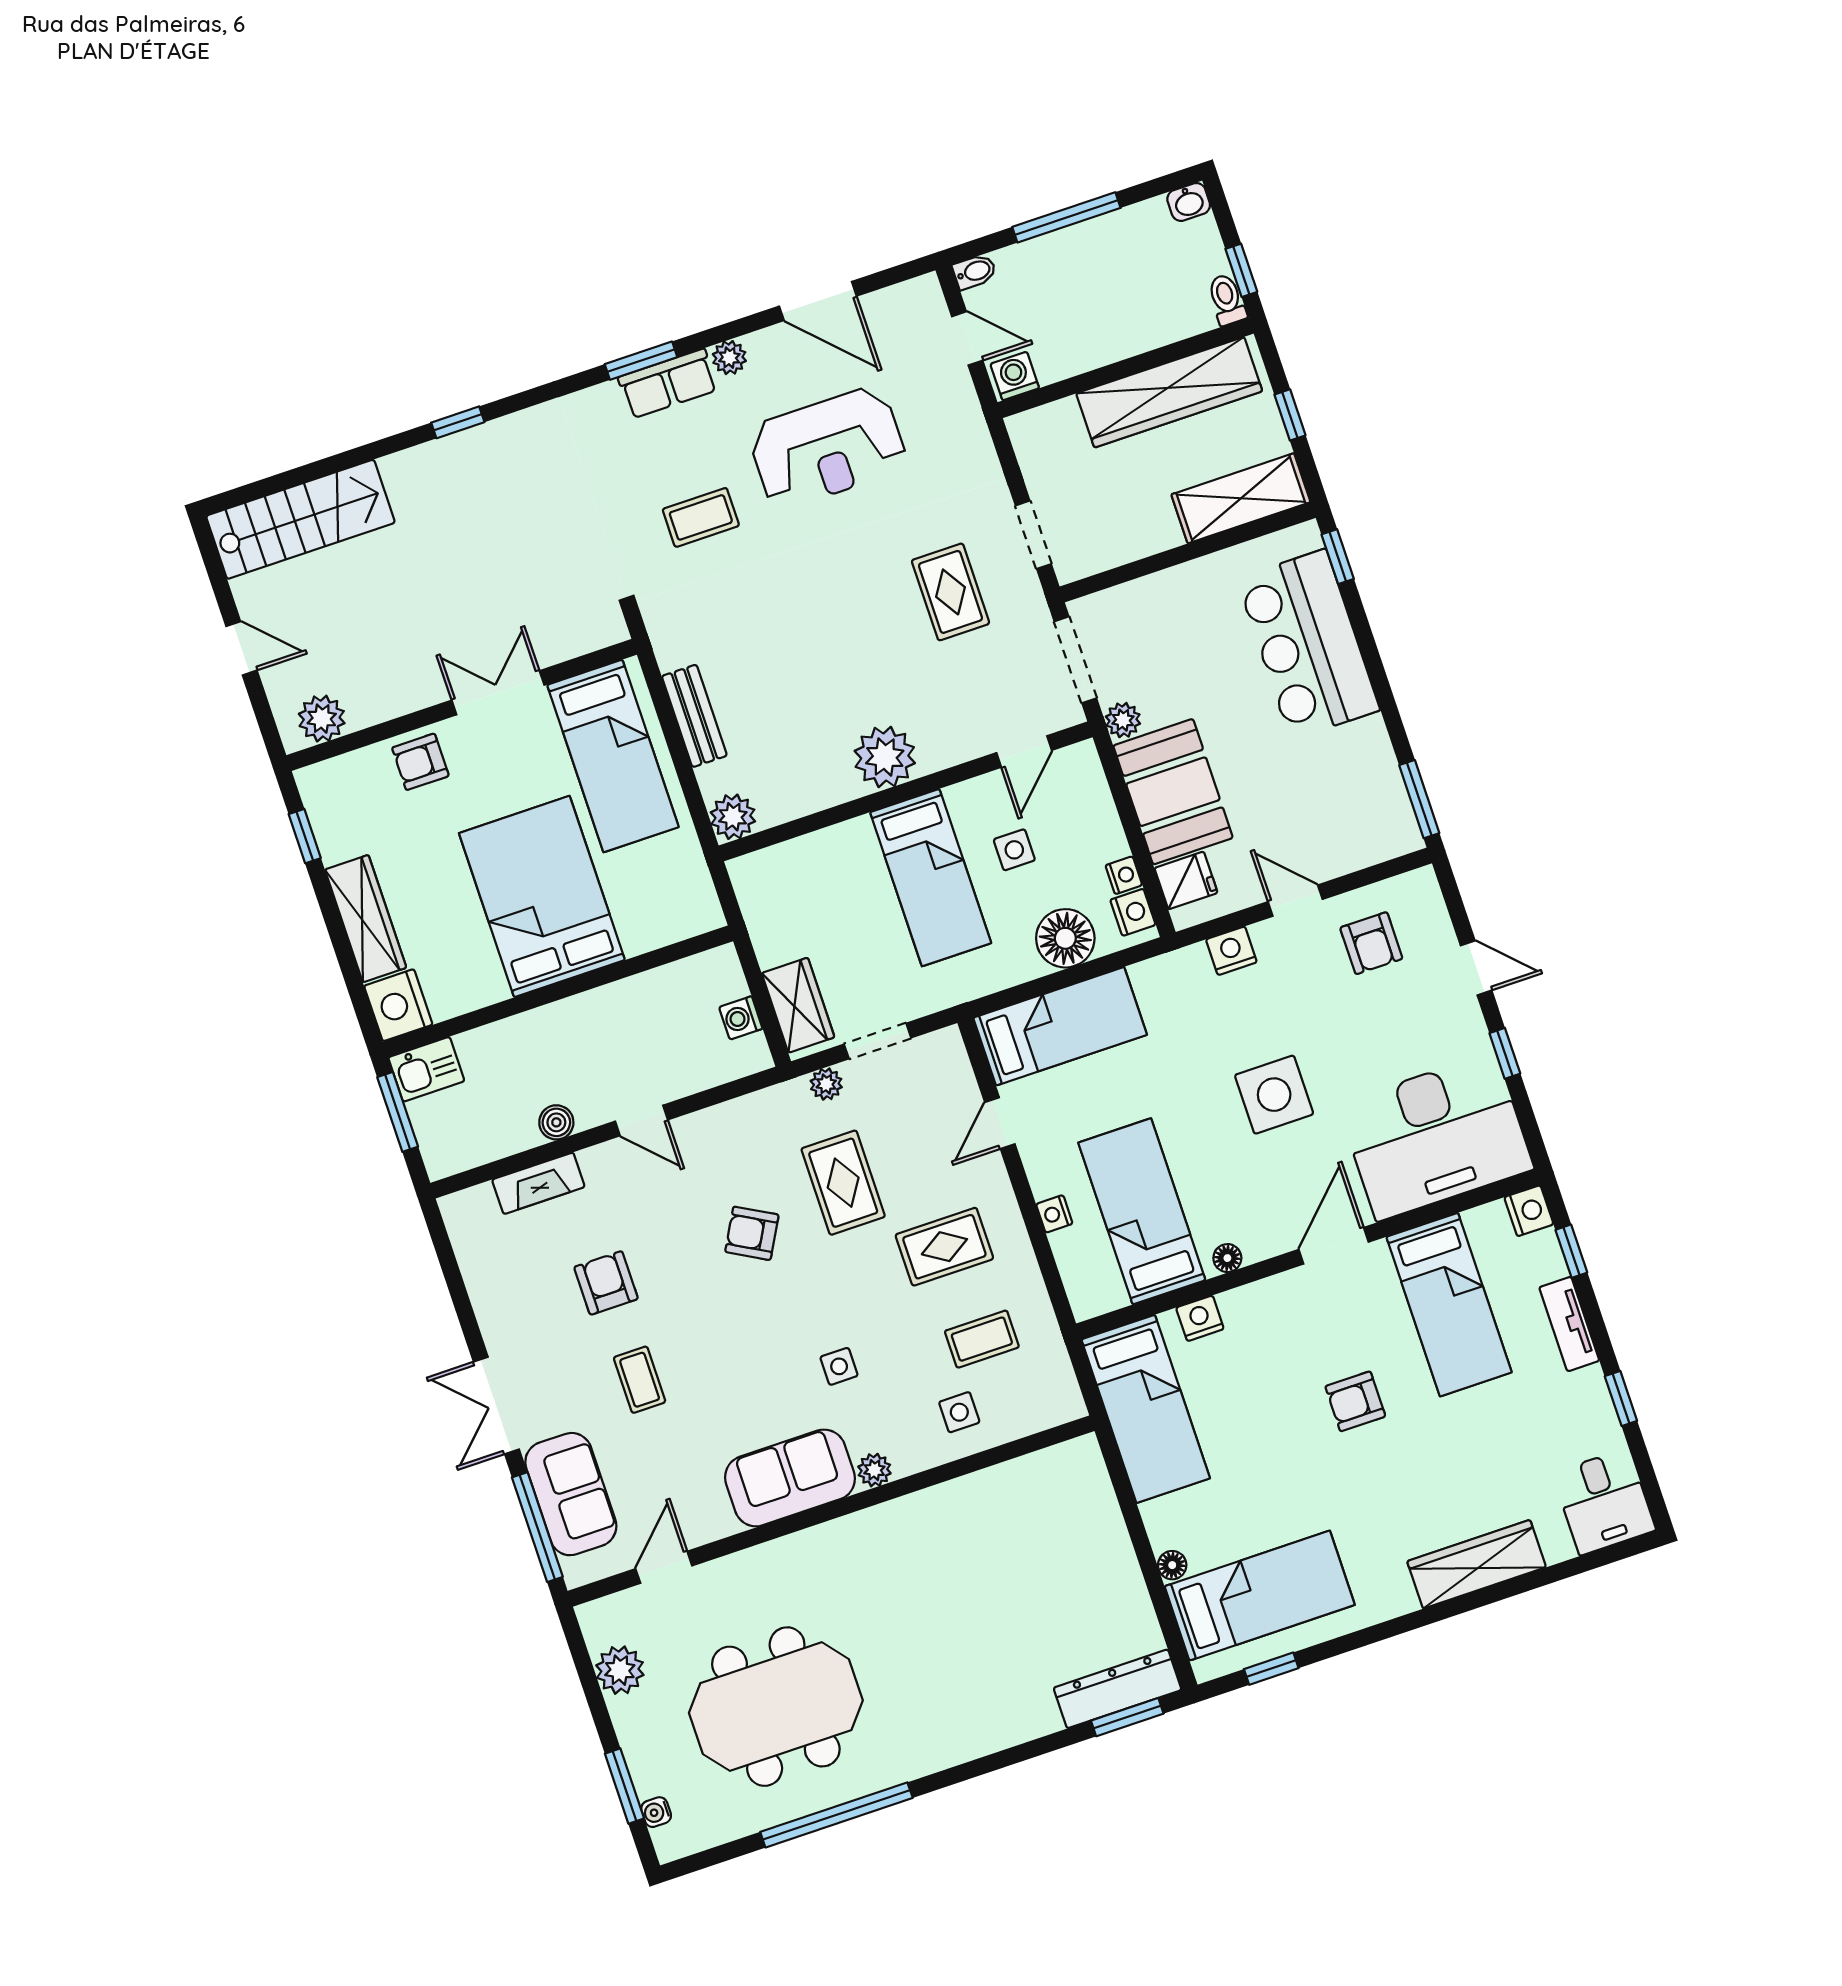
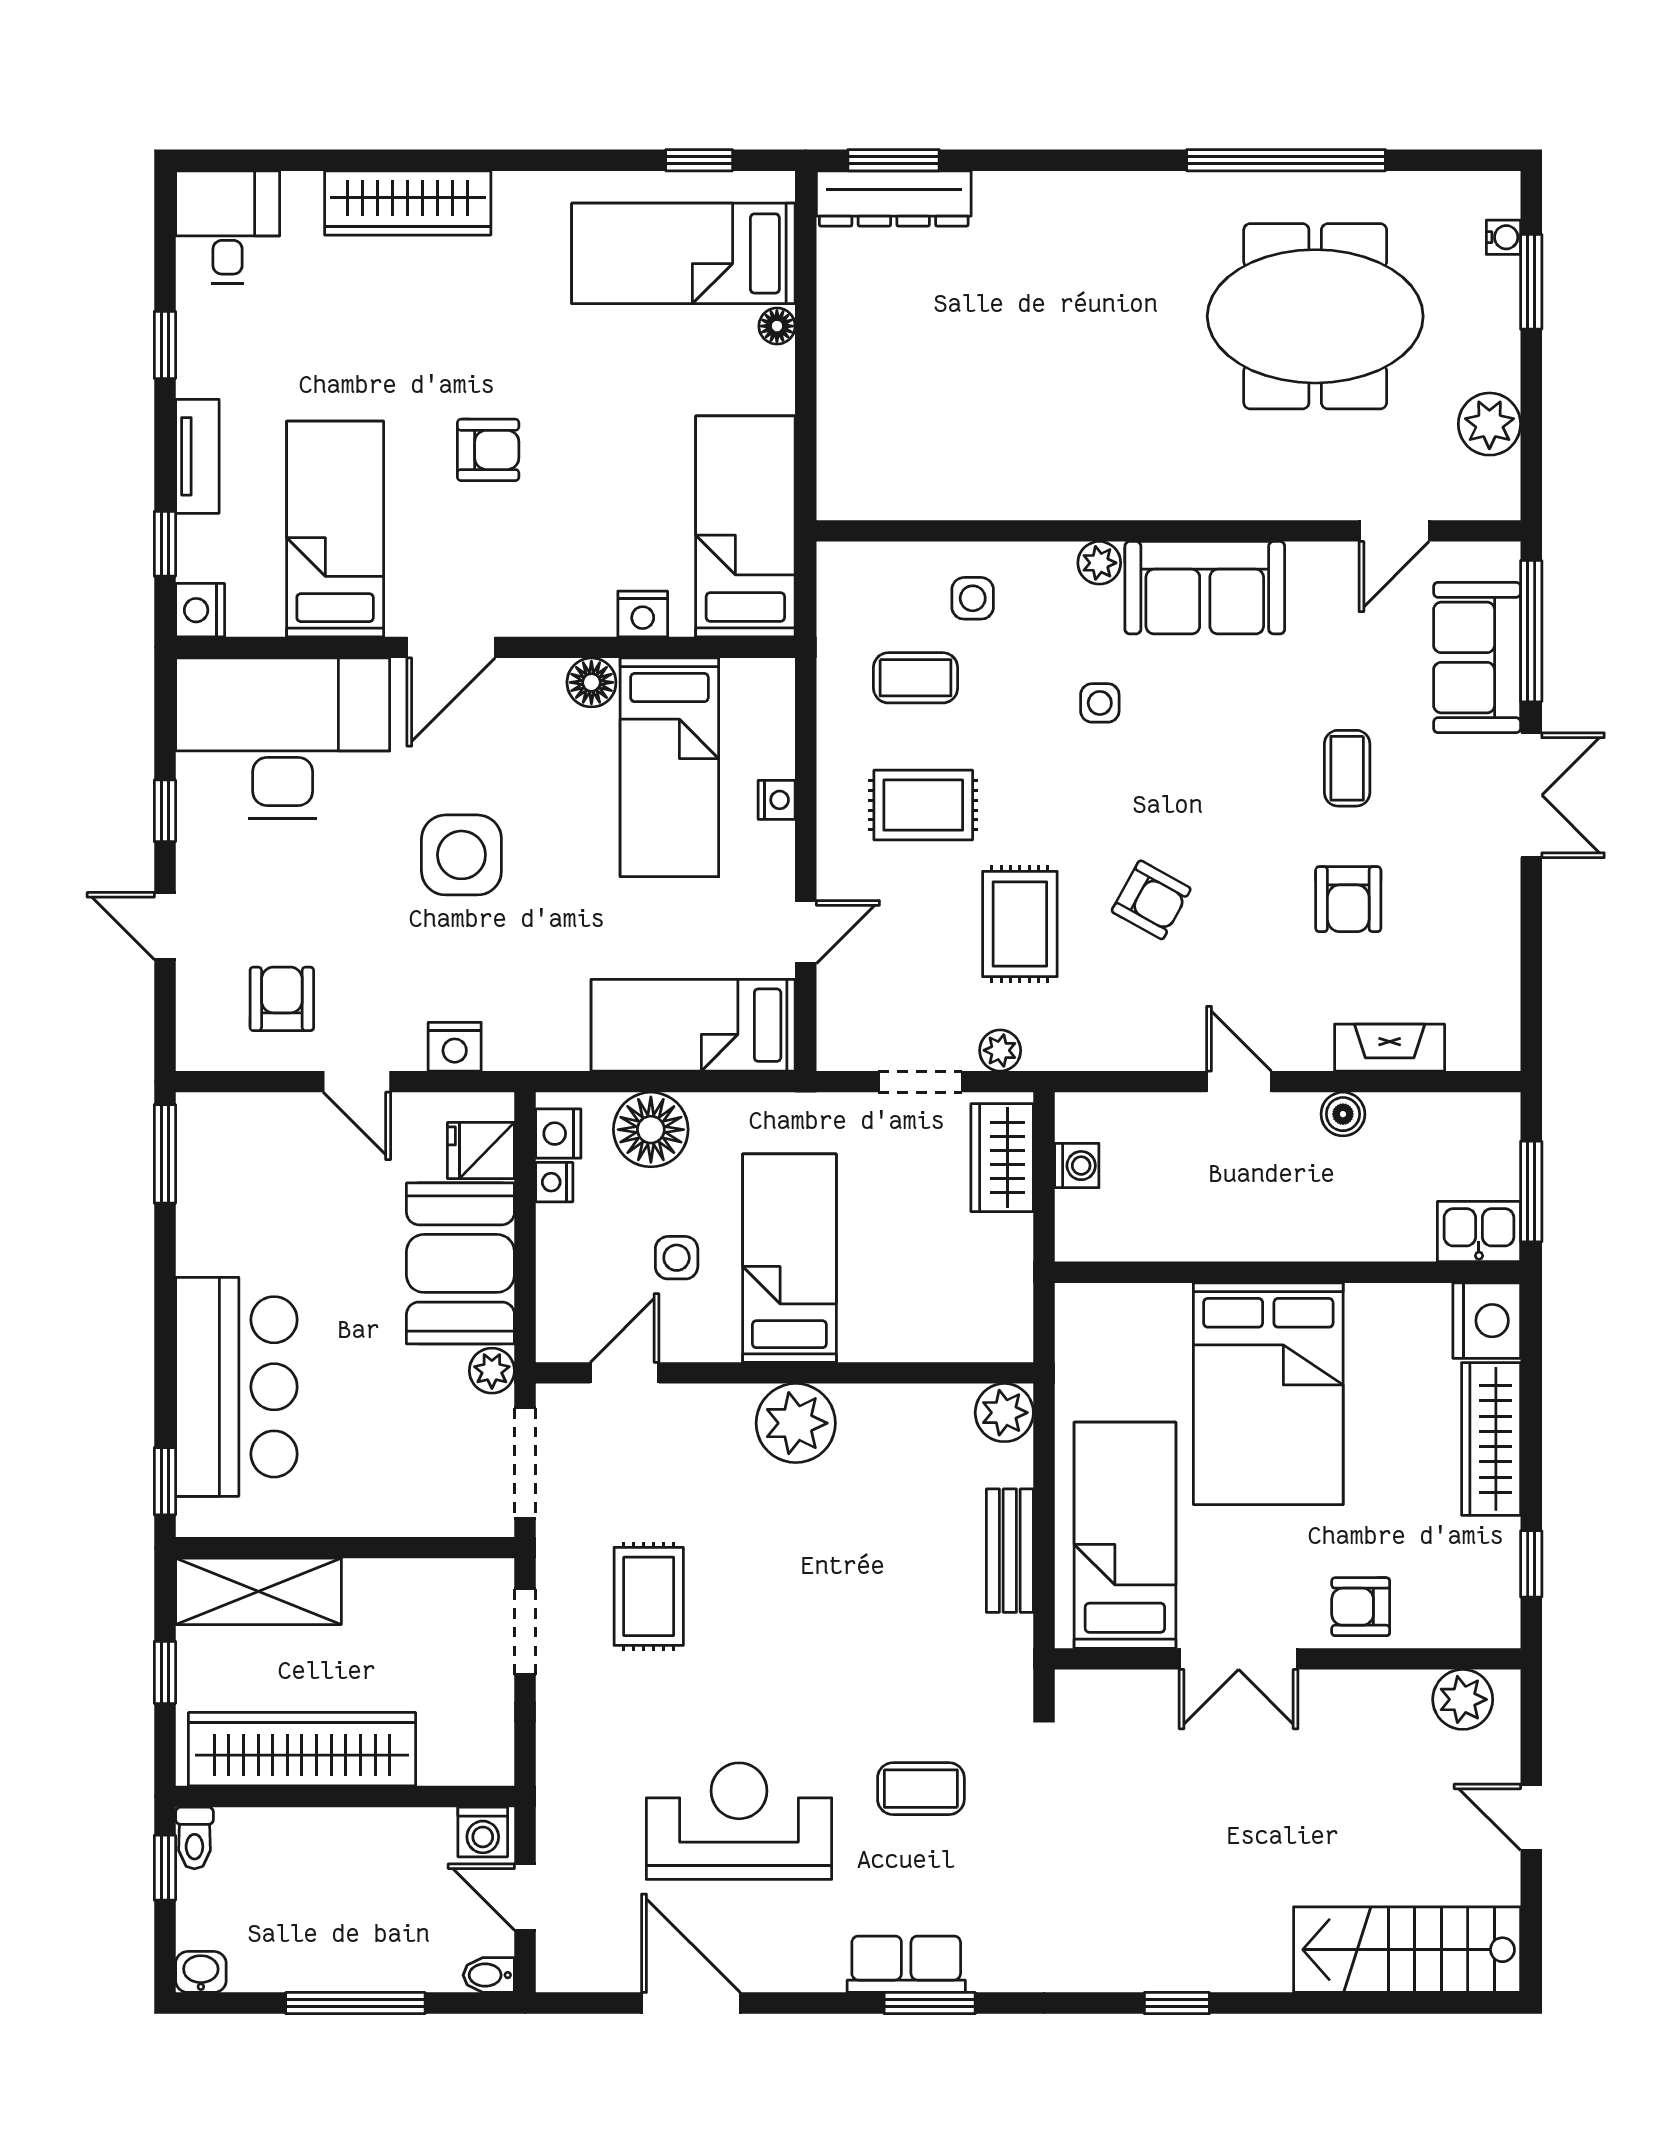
plant: (729, 358) -> (821, 1971), removed
armchair: (420, 762) -> (1361, 1607), turned 180
floor lamp: (1227, 1258) -> (591, 682), width x1.37, depth x1.37

